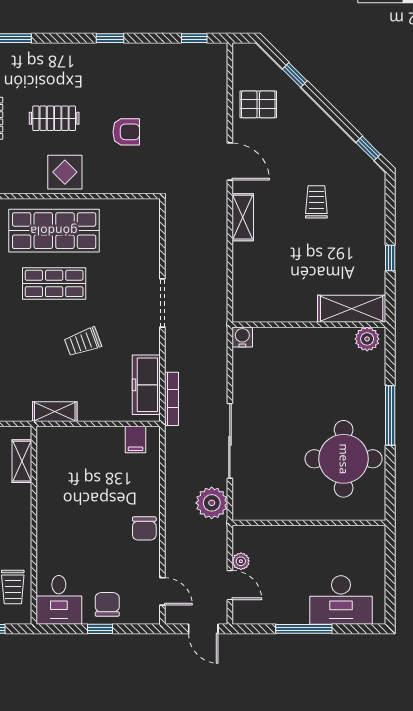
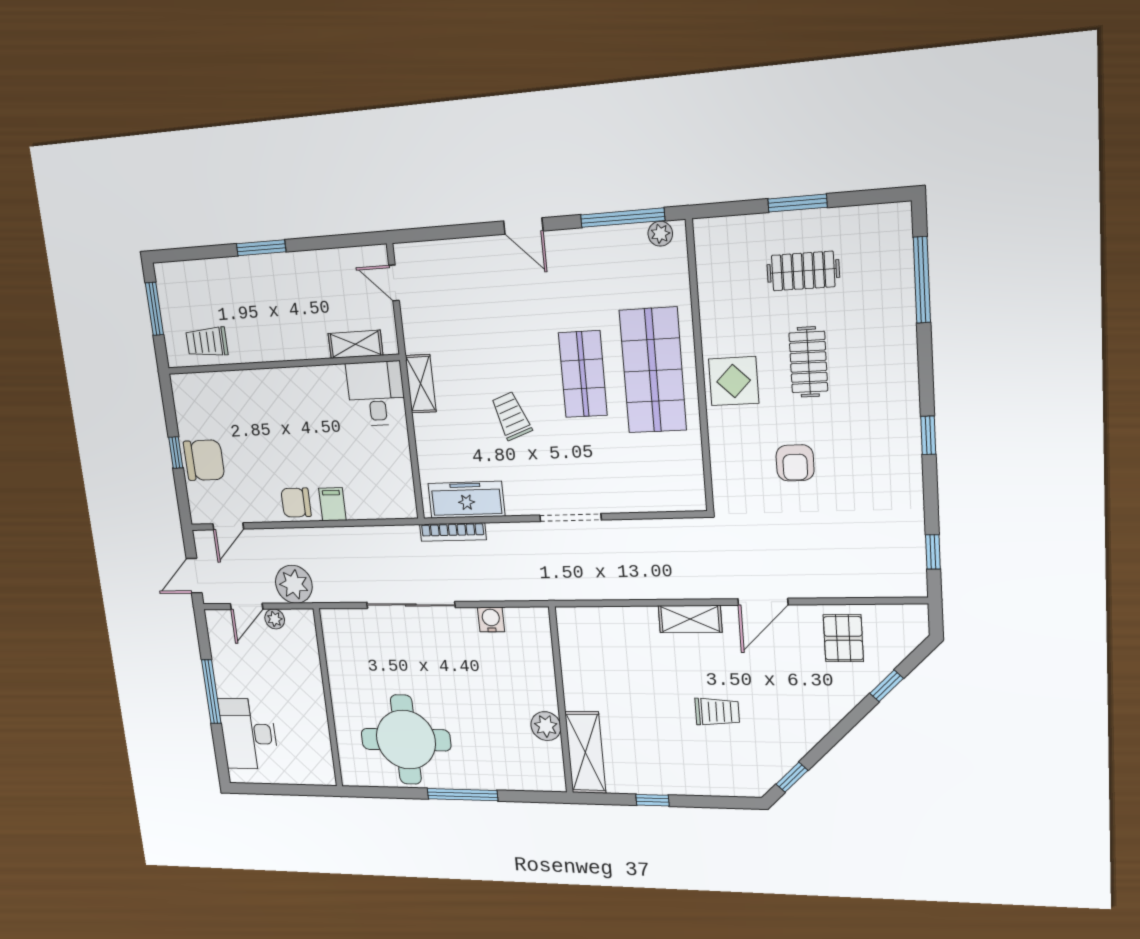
water cooler: (242, 337) -> (491, 619), moved, turned -90
plant: (367, 339) -> (546, 726), moved
filing cabinet: (135, 439) -> (332, 504), moved, turned 90
plant: (212, 503) -> (294, 584), moved
desk: (59, 600) -> (376, 394), moved, turned 90
chair: (107, 604) -> (204, 460), width x1.37, depth x1.37

